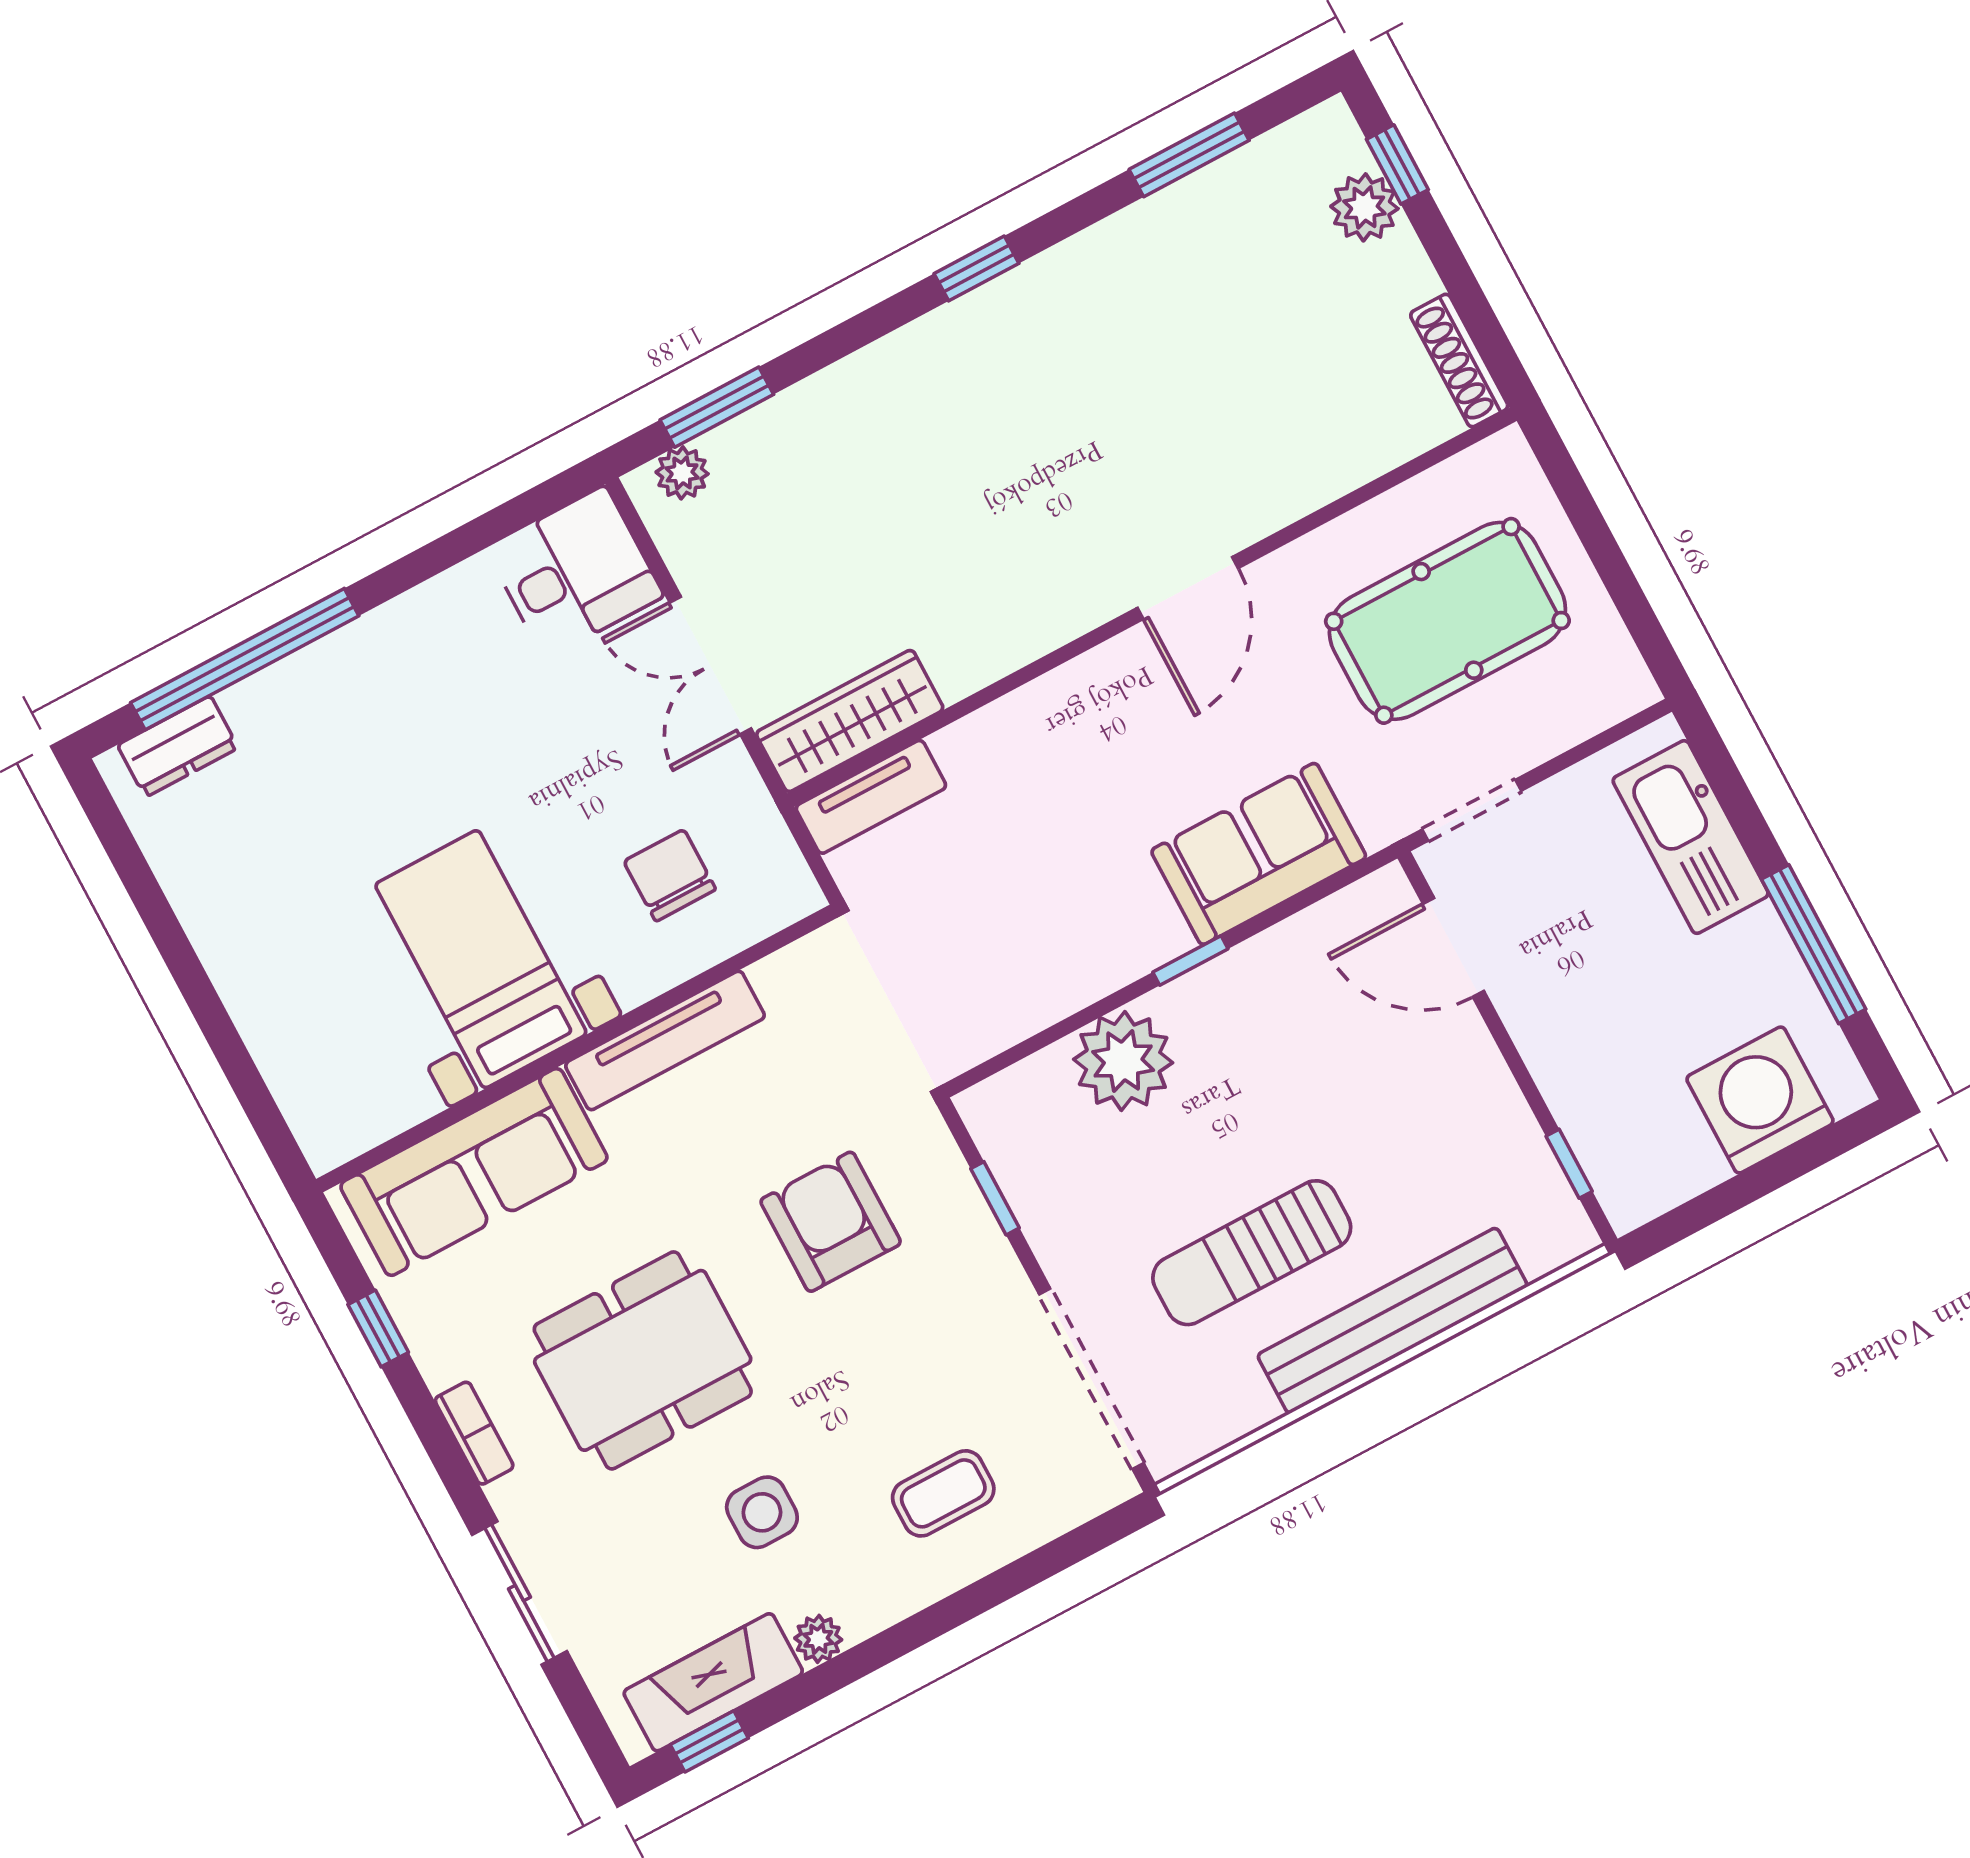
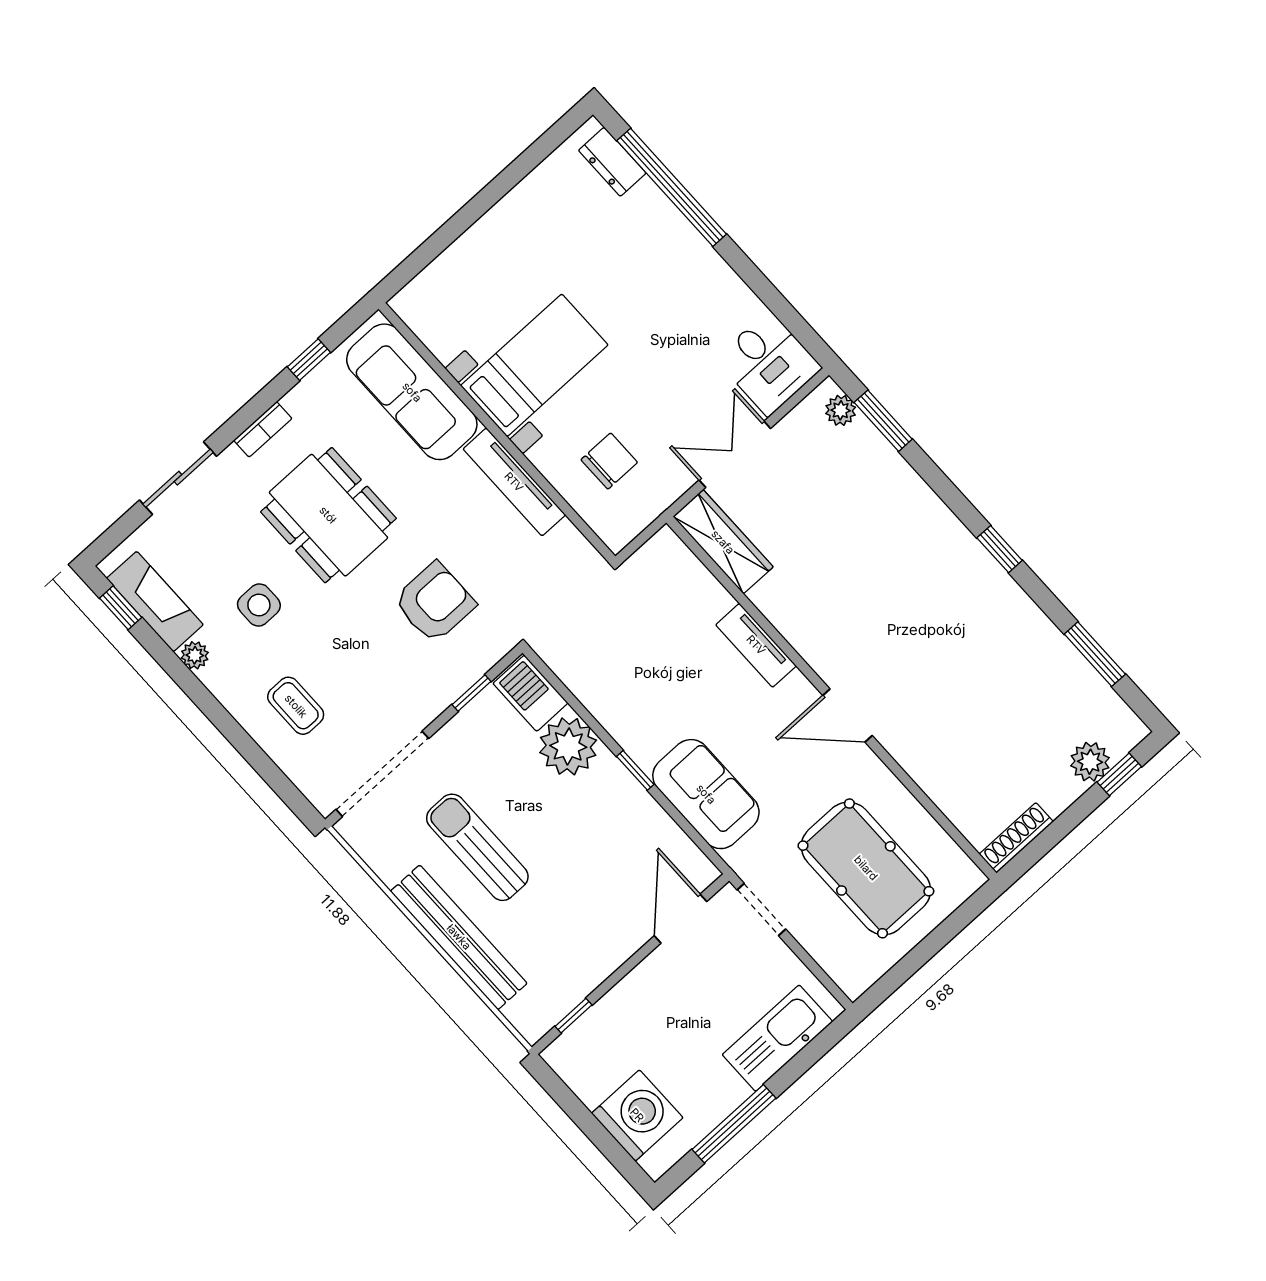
tv unit: (871, 797) -> (756, 645), moved
barbecue: (1020, 1101) -> (531, 693), added

